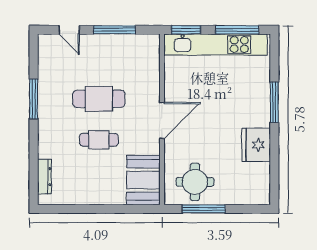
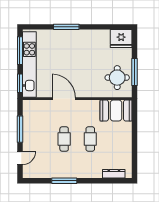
cafe table: (99, 99) -> (64, 139), width x0.73, depth x0.74
door: (162, 120) -> (64, 99), moved
fridge: (256, 145) -> (121, 39), moved

